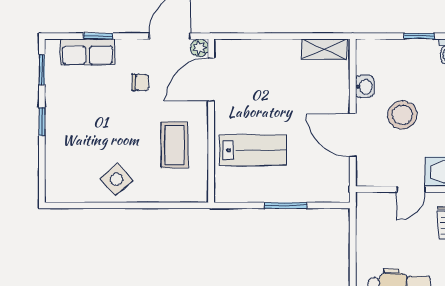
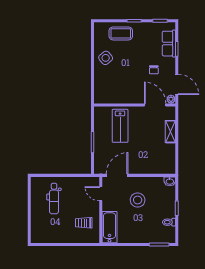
shelving: (324, 49) -> (170, 132), moved
washbasin: (365, 87) -> (170, 181), moved
door: (353, 135) -> (117, 175), moved
coffee table: (175, 145) -> (121, 33), moved
door: (411, 189) -> (101, 194), moved

